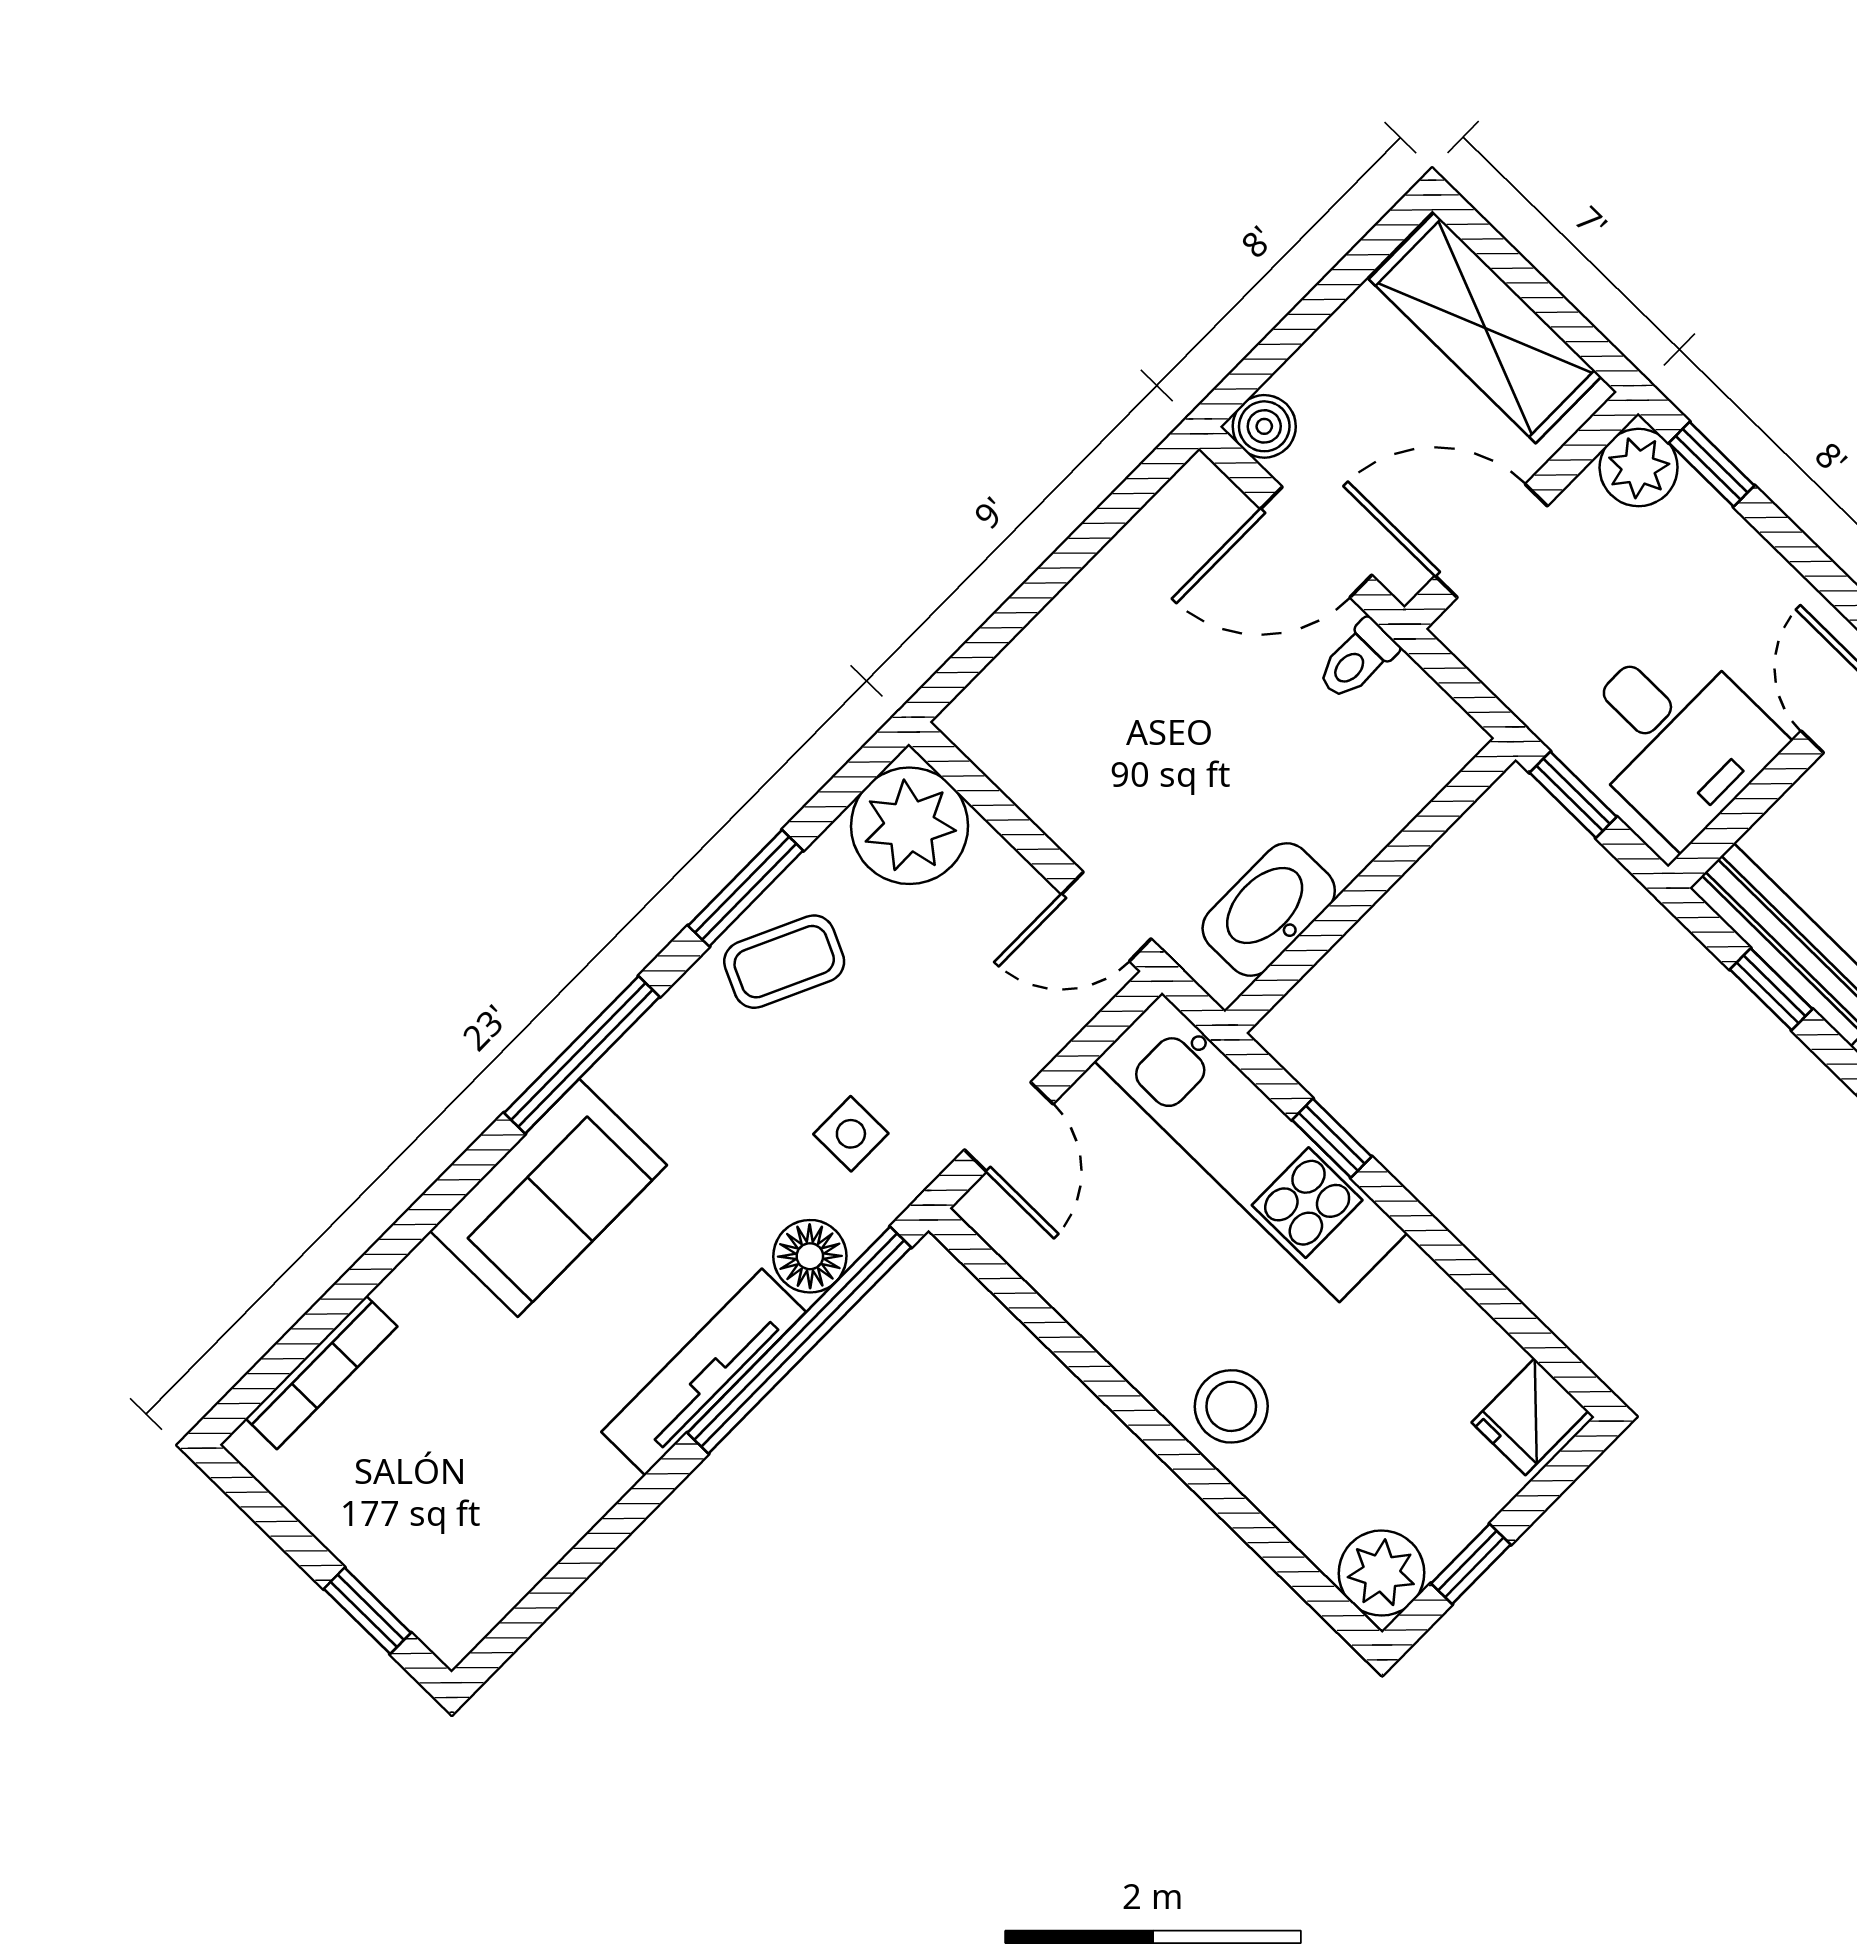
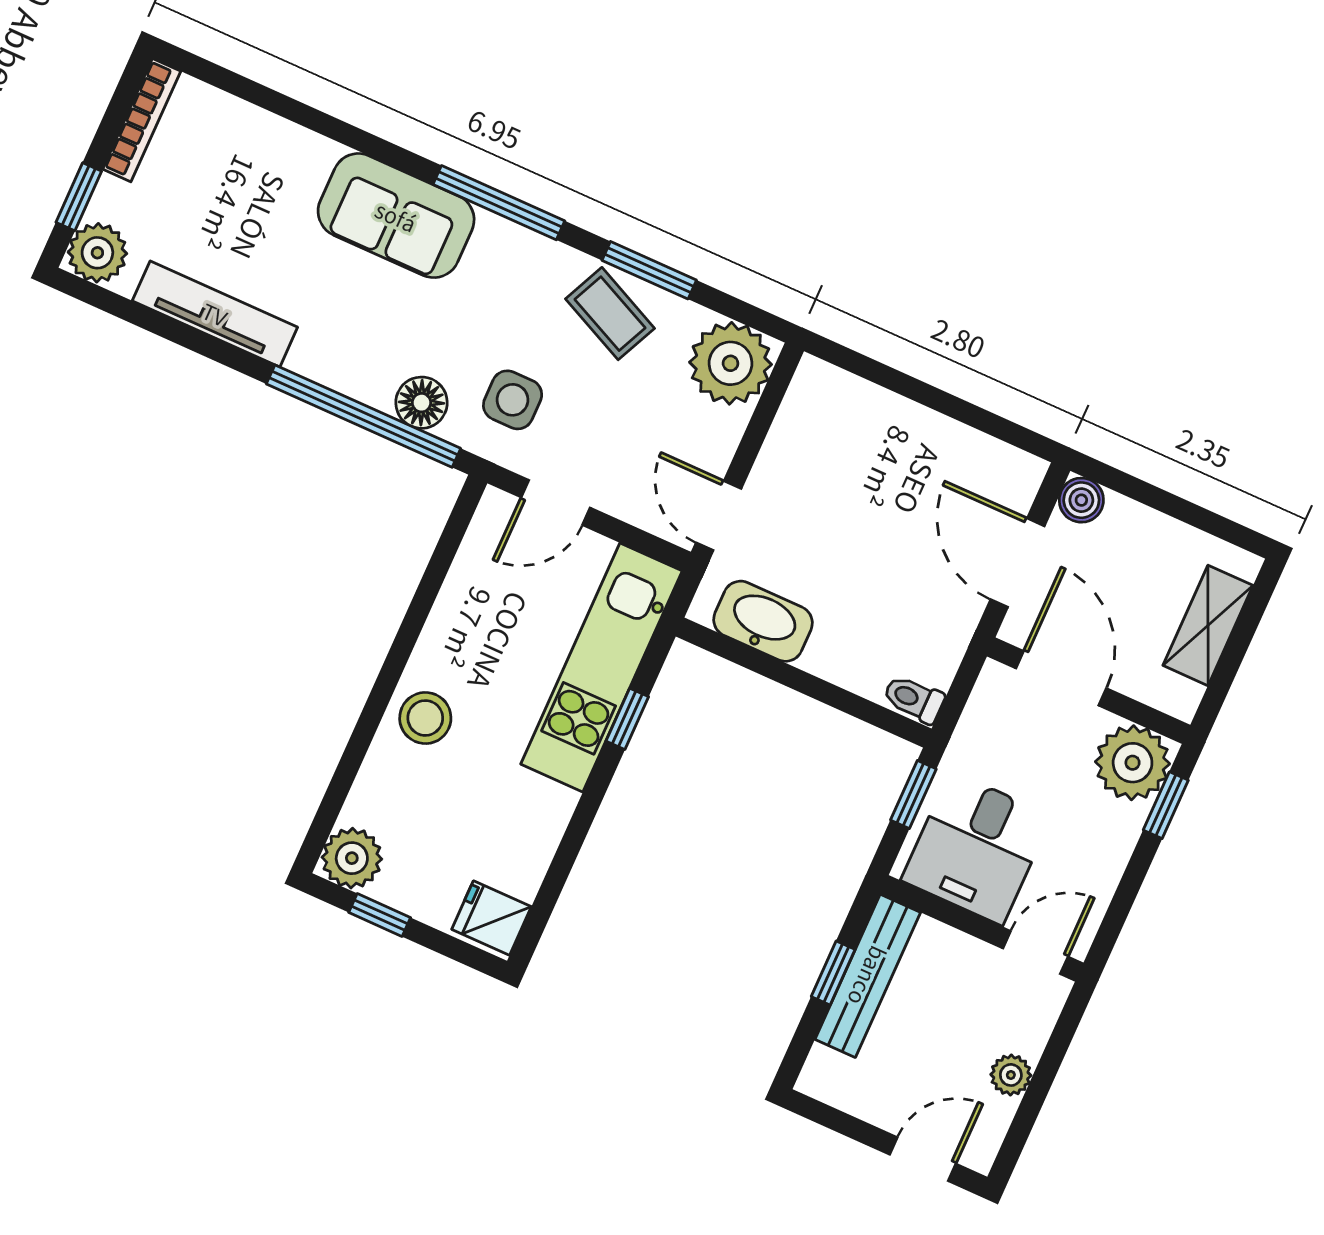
shelving: (1485, 328) -> (1208, 625), width x0.67, depth x0.75
plant: (1639, 468) -> (1133, 763), width x1.36, depth x1.36
toilet: (1357, 660) -> (914, 699), moved
side table: (851, 1134) -> (513, 400), width x1.37, depth x1.37
bookcase: (321, 1372) -> (142, 120), moved, turned -90
tv unit: (704, 1372) -> (215, 314), moved
plant: (451, 1614) -> (97, 253), added

